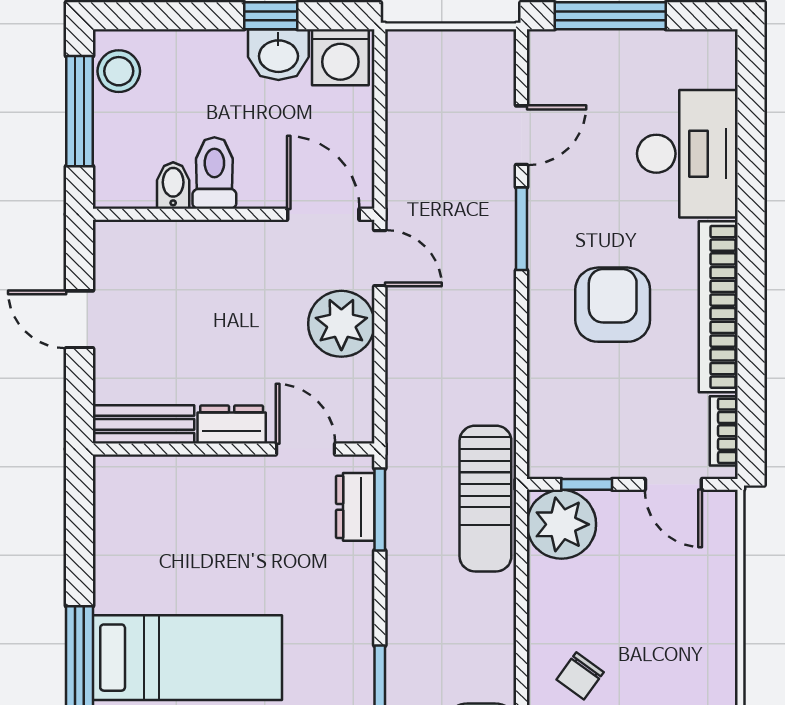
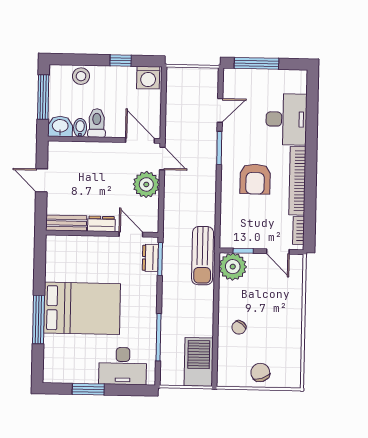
washbasin: (278, 55) -> (60, 126), moved, turned 180
stool: (119, 71) -> (81, 76), moved
armchair: (613, 305) -> (255, 179), turned 180
bed: (187, 658) -> (82, 308), width x1.50

